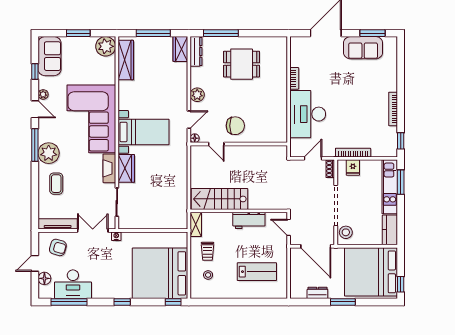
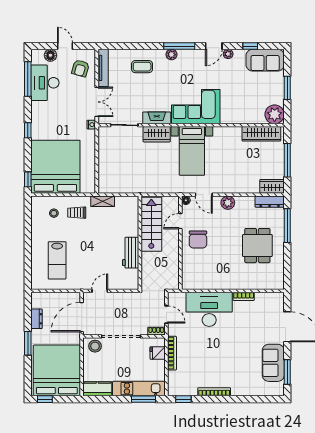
corner sofa: (91, 119) -> (196, 107), width x0.73, depth x0.74
plant: (49, 153) -> (171, 55), width x0.53, depth x0.53
stairs: (219, 199) -> (151, 224), moved
wall: (239, 211) -> (140, 243), moved
workbench: (249, 220) -> (131, 253), moved

